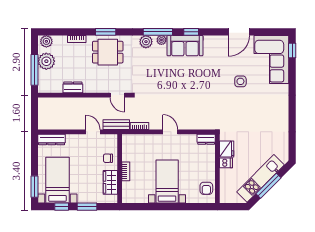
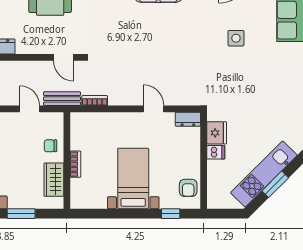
door: (170, 132) -> (153, 109), moved
window: (268, 186) -> (275, 184), width x0.69
window: (194, 207) -> (171, 214), added

